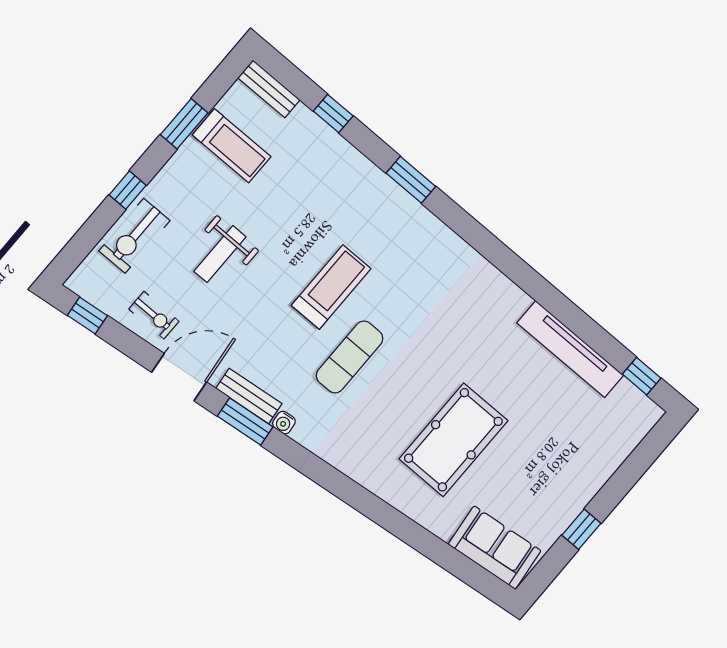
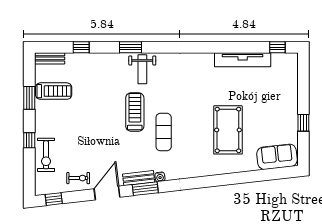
weight bench: (220, 254) -> (142, 69), moved

